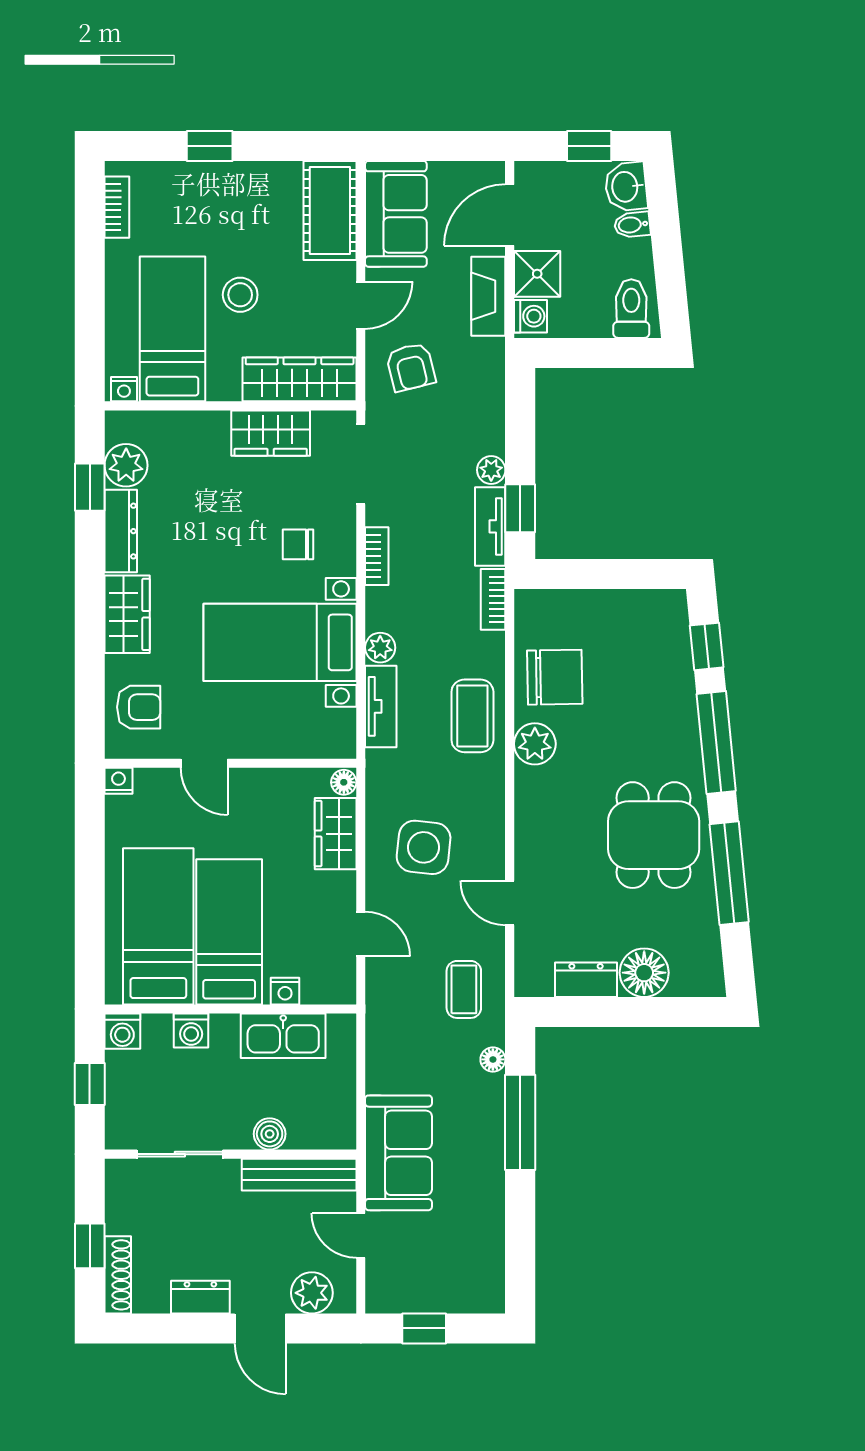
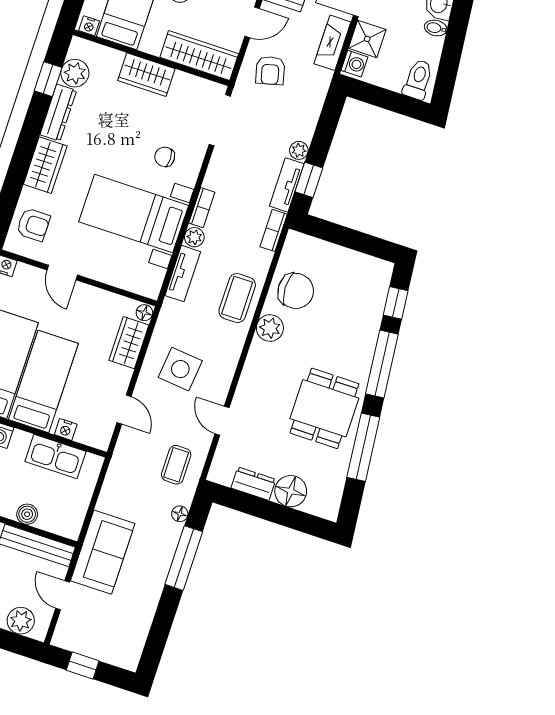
wardrobe: (271, 433) -> (146, 75), moved
bookcase: (377, 556) -> (202, 208), moved

